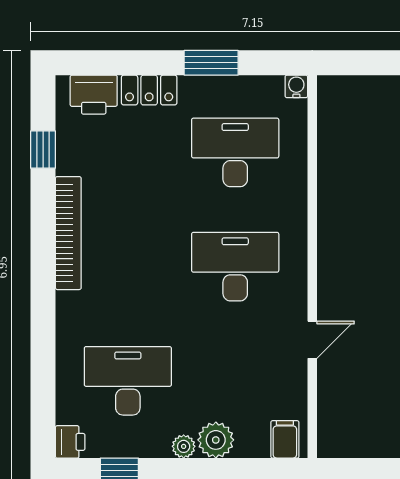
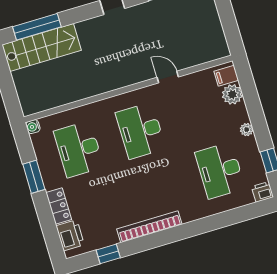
plant: (216, 440) -> (232, 94), moved

